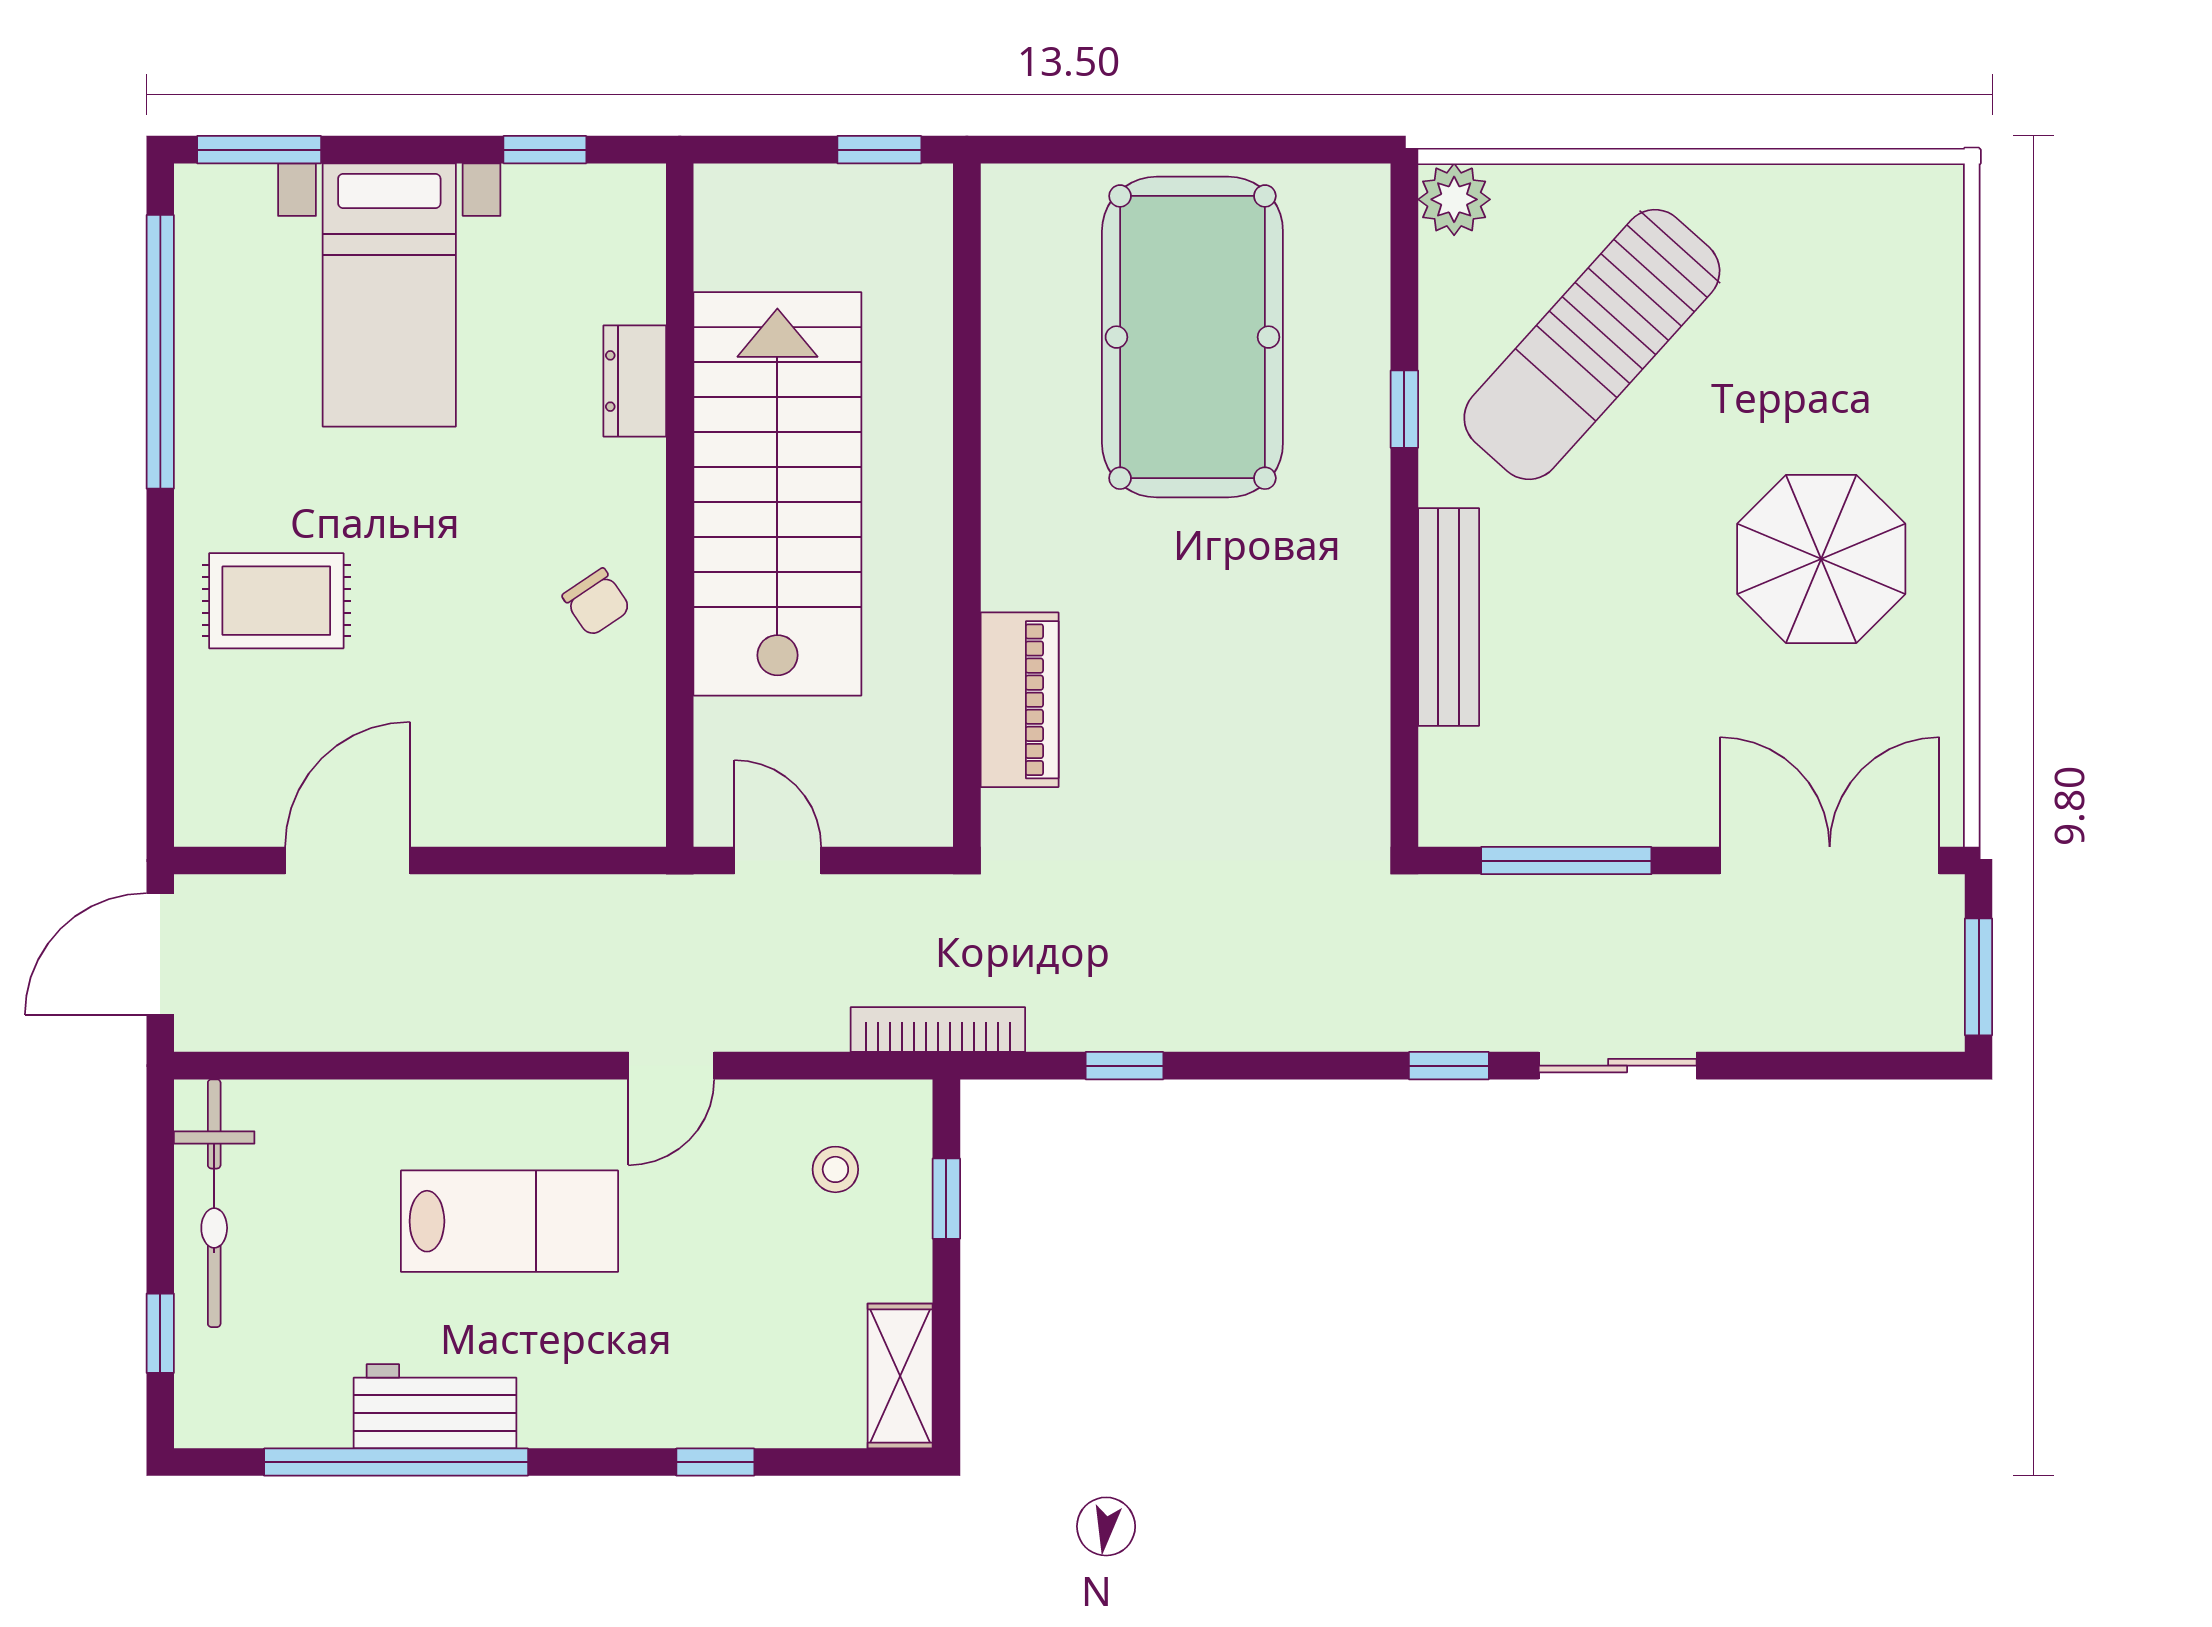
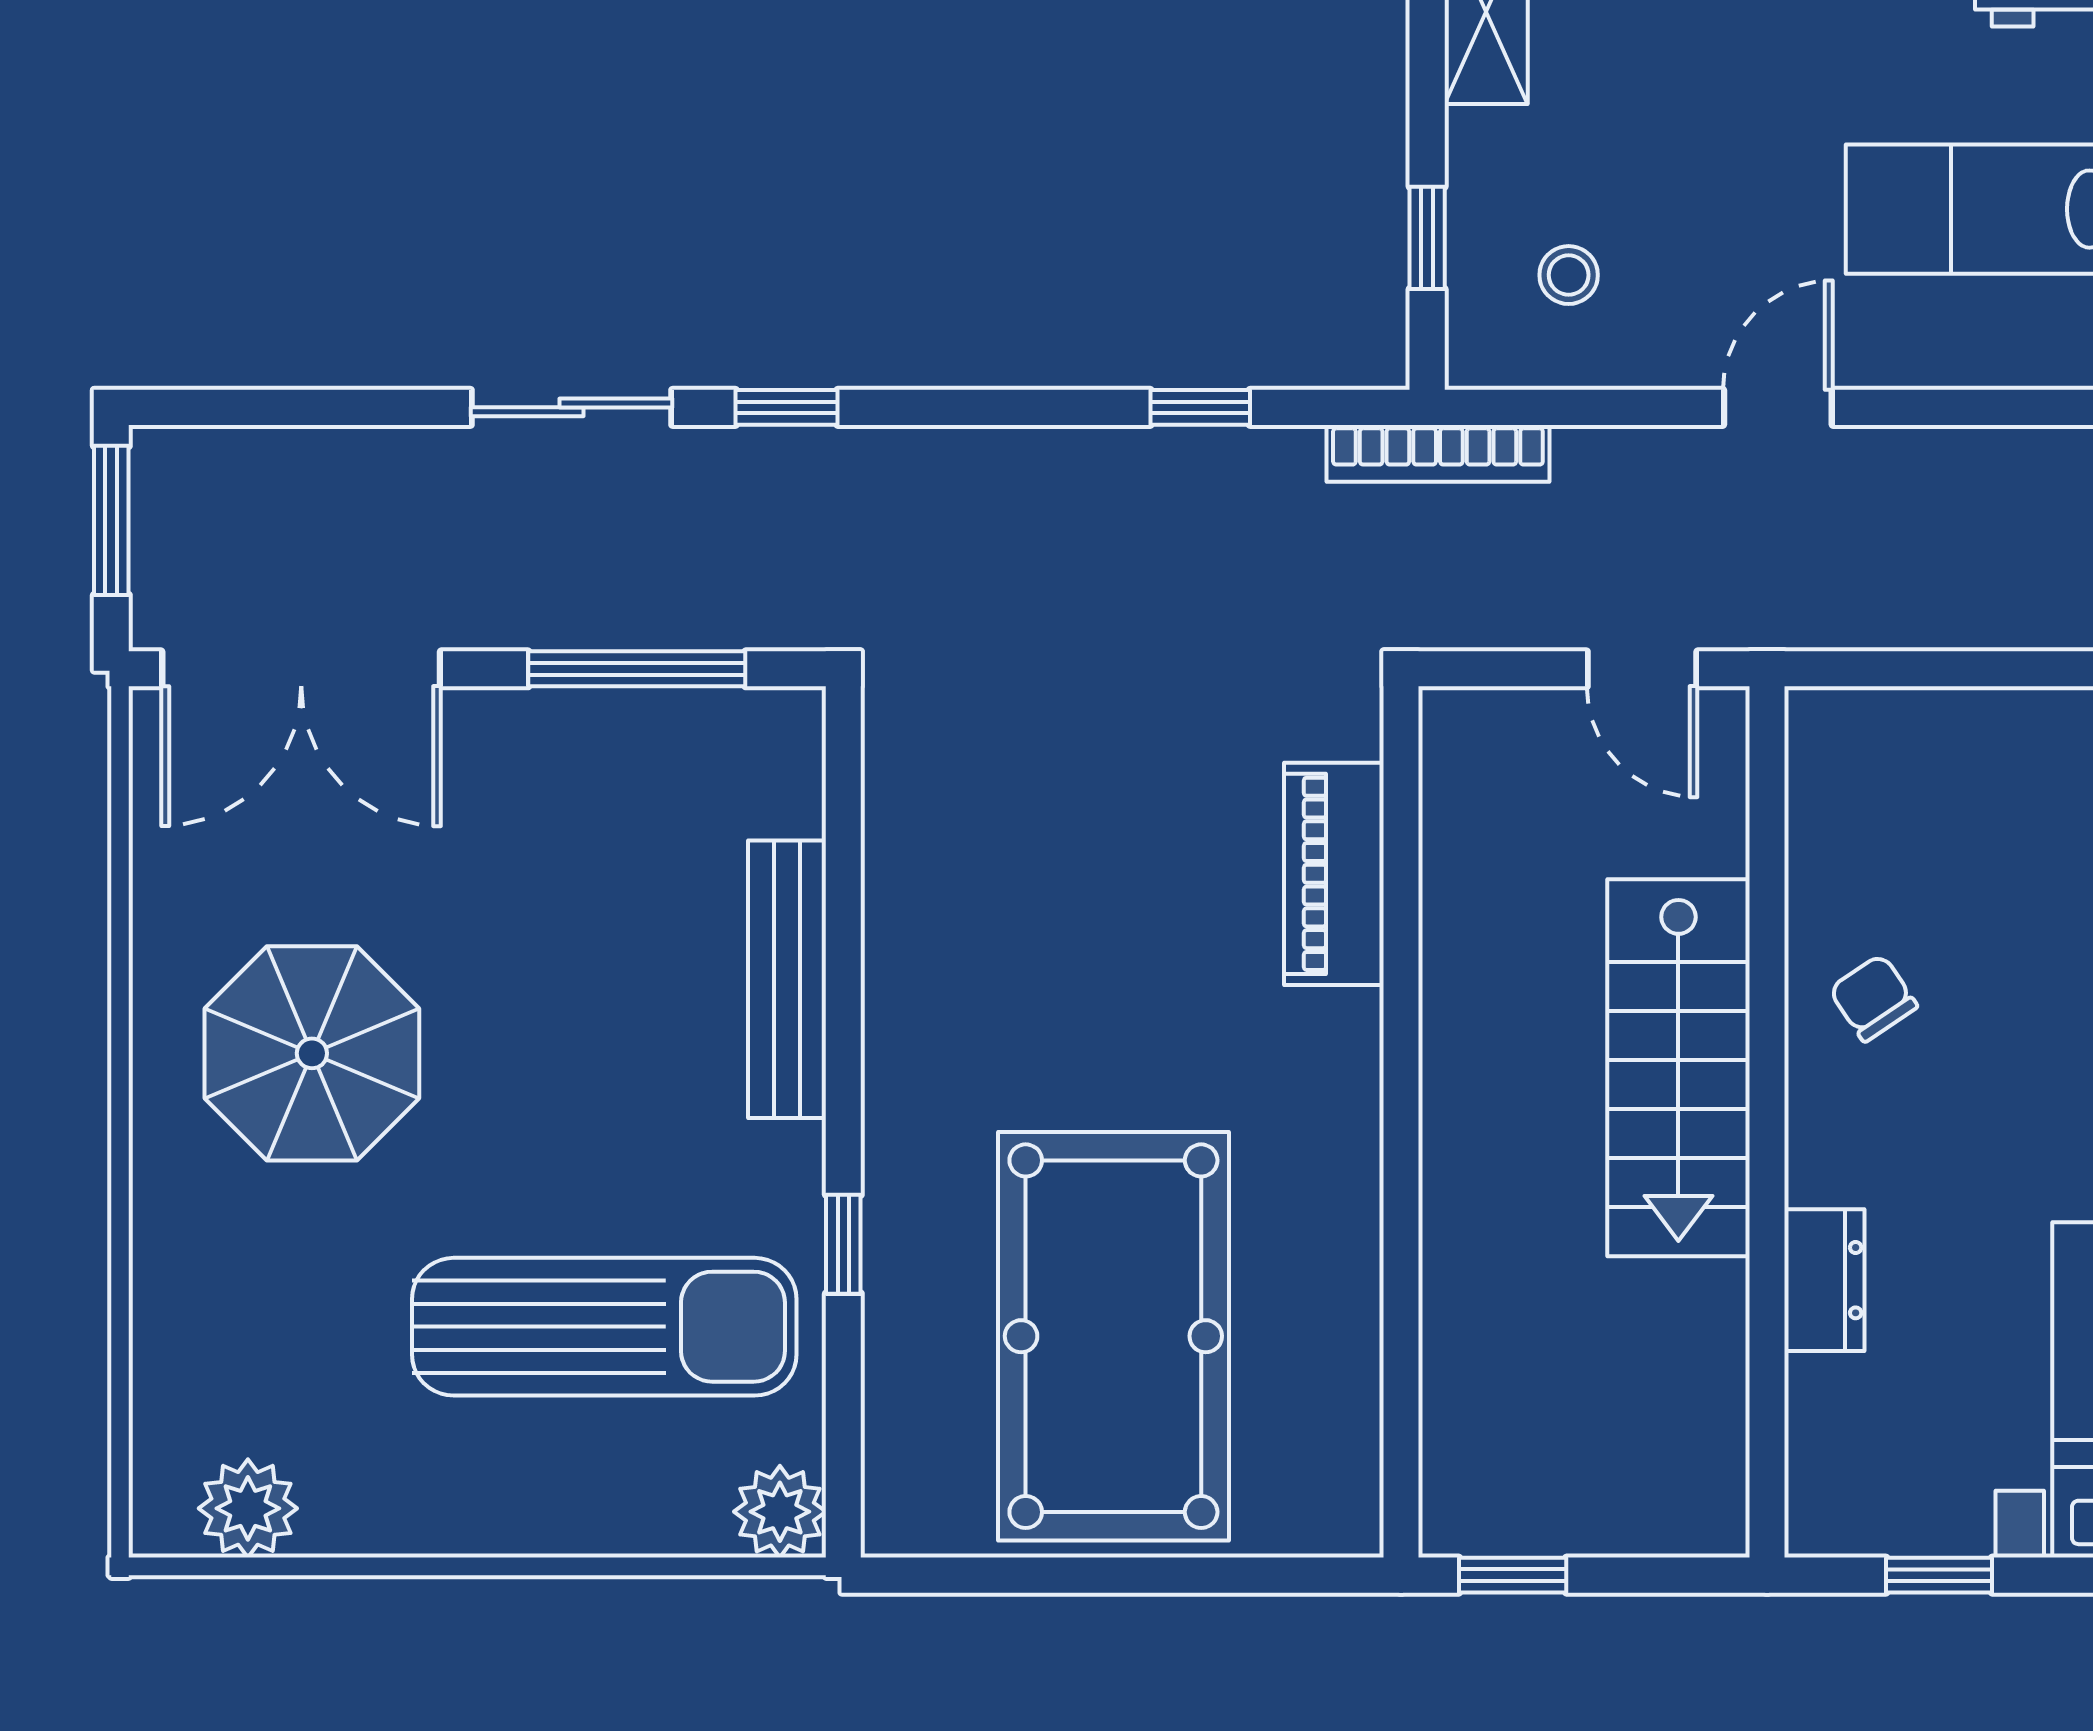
plant: (1871, 202) -> (248, 1508), added
sun lounger: (1592, 345) -> (604, 1327), turned 48
stairs: (777, 494) -> (1678, 1068), width x0.73, depth x0.66

